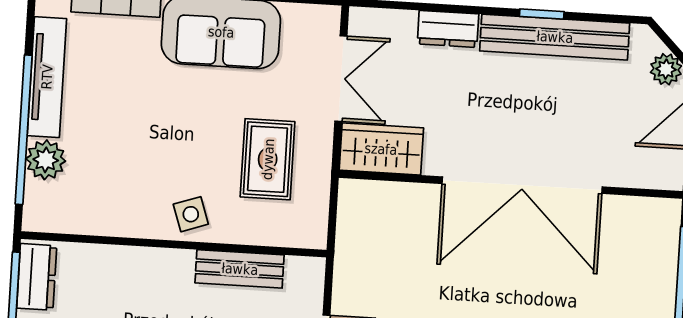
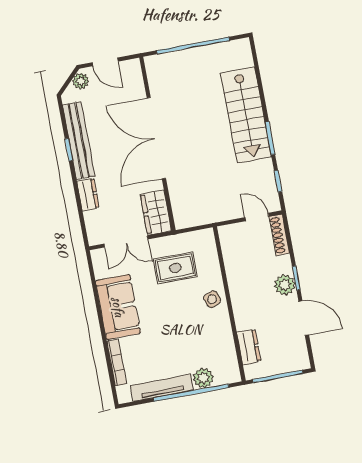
double door: (341, 79) -> (126, 241), swing flipped
double door: (522, 185) -> (156, 138), swing flipped
bench: (240, 269) -> (233, 268), removed
dresser: (37, 277) -> (249, 347), moved, turned 90

